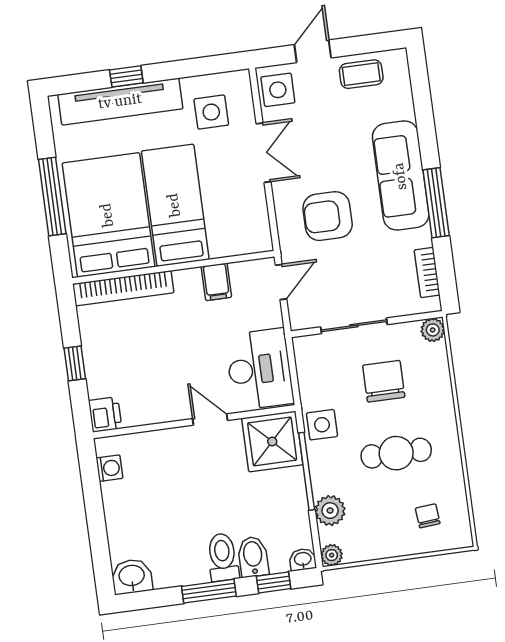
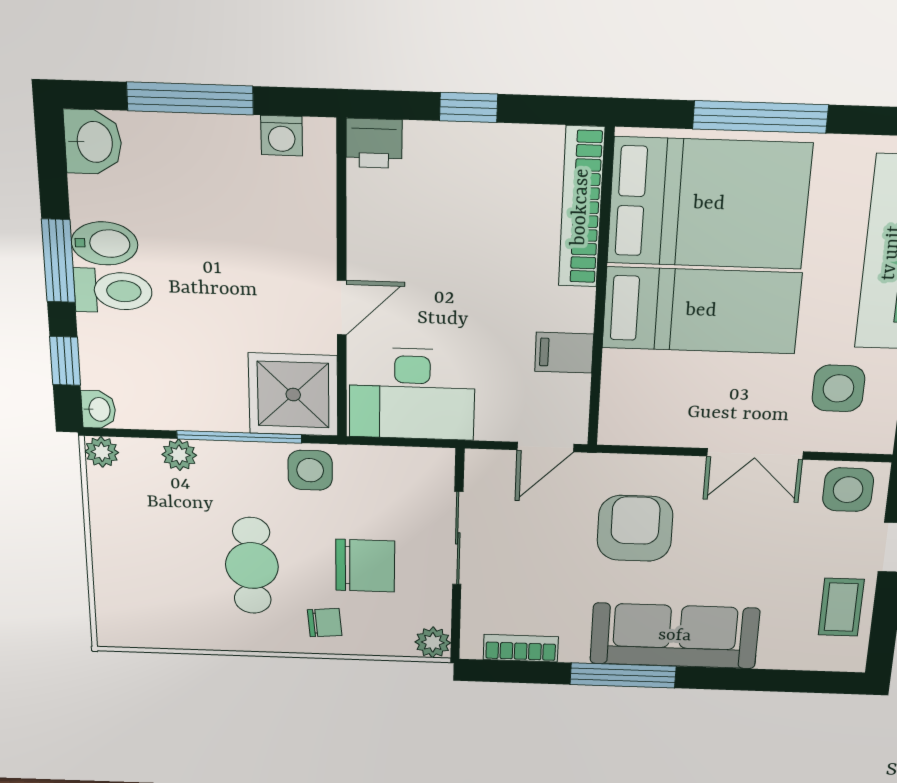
door: (281, 282) -> (545, 447), hinge flipped
plant: (330, 511) -> (179, 455), width x0.73, depth x0.73
chair: (428, 516) -> (325, 623), moved
window: (96, 523) -> (190, 98), added
bidet: (253, 557) -> (104, 243), moved

